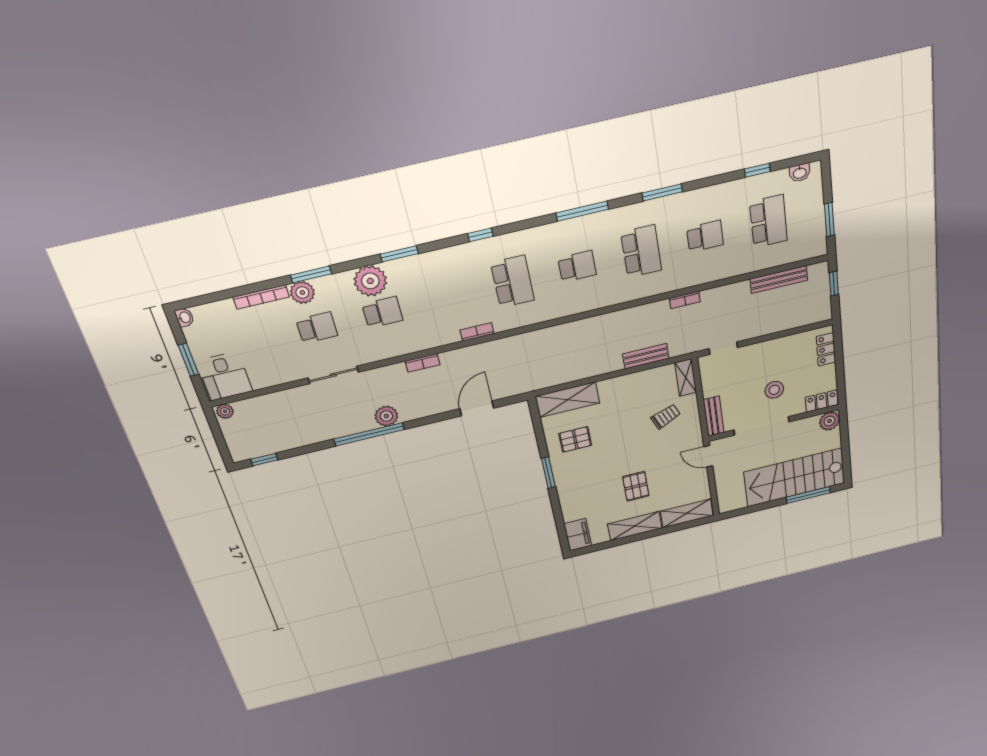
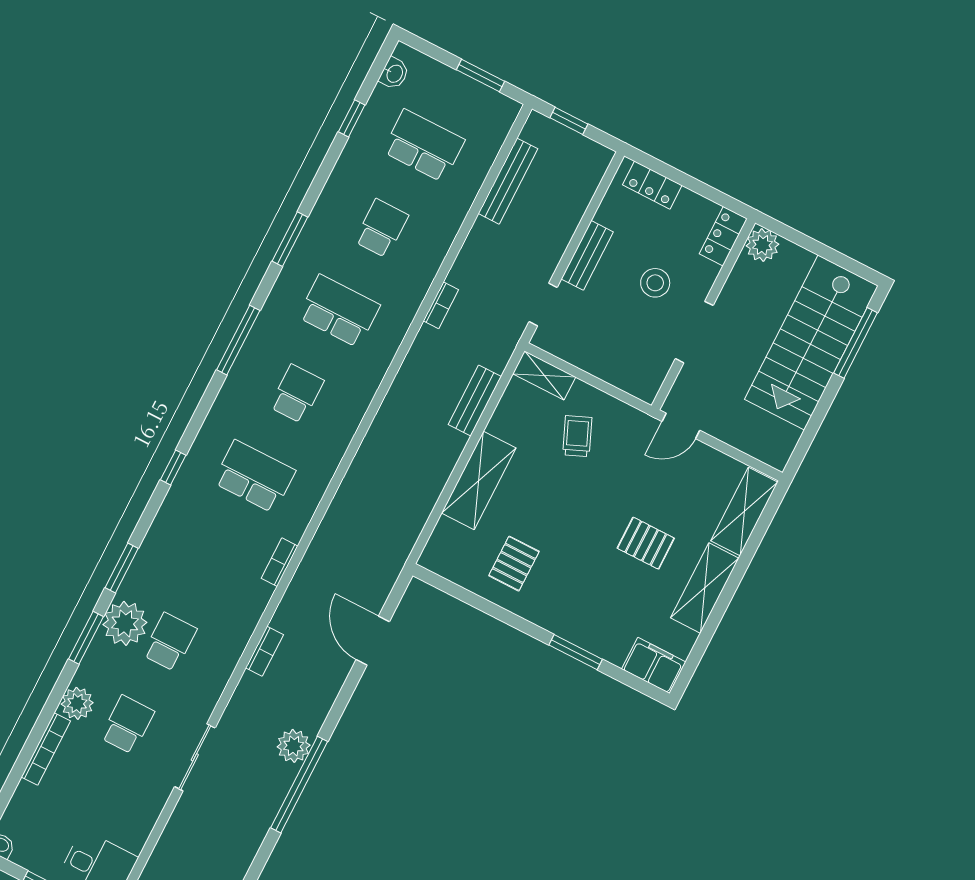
window: (311, 274) -> (86, 638), moved
shelving: (568, 400) -> (479, 480), moved
bench: (714, 416) -> (587, 255), moved, turned 90
doorway: (762, 426) -> (694, 332), width x0.73
window: (548, 473) -> (576, 652), moved

